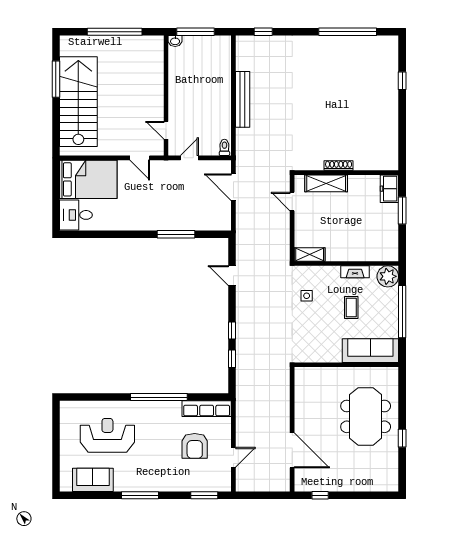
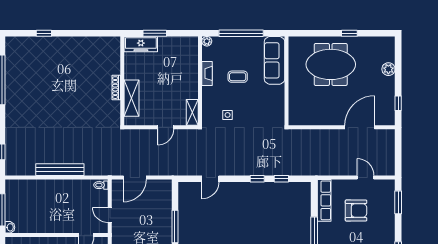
freezer: (389, 189) -> (141, 44), width x1.40
door: (292, 202) -> (166, 127), moved
plant: (388, 276) -> (207, 41), width x0.53, depth x0.53
plant: (360, 484) -> (388, 69), added

